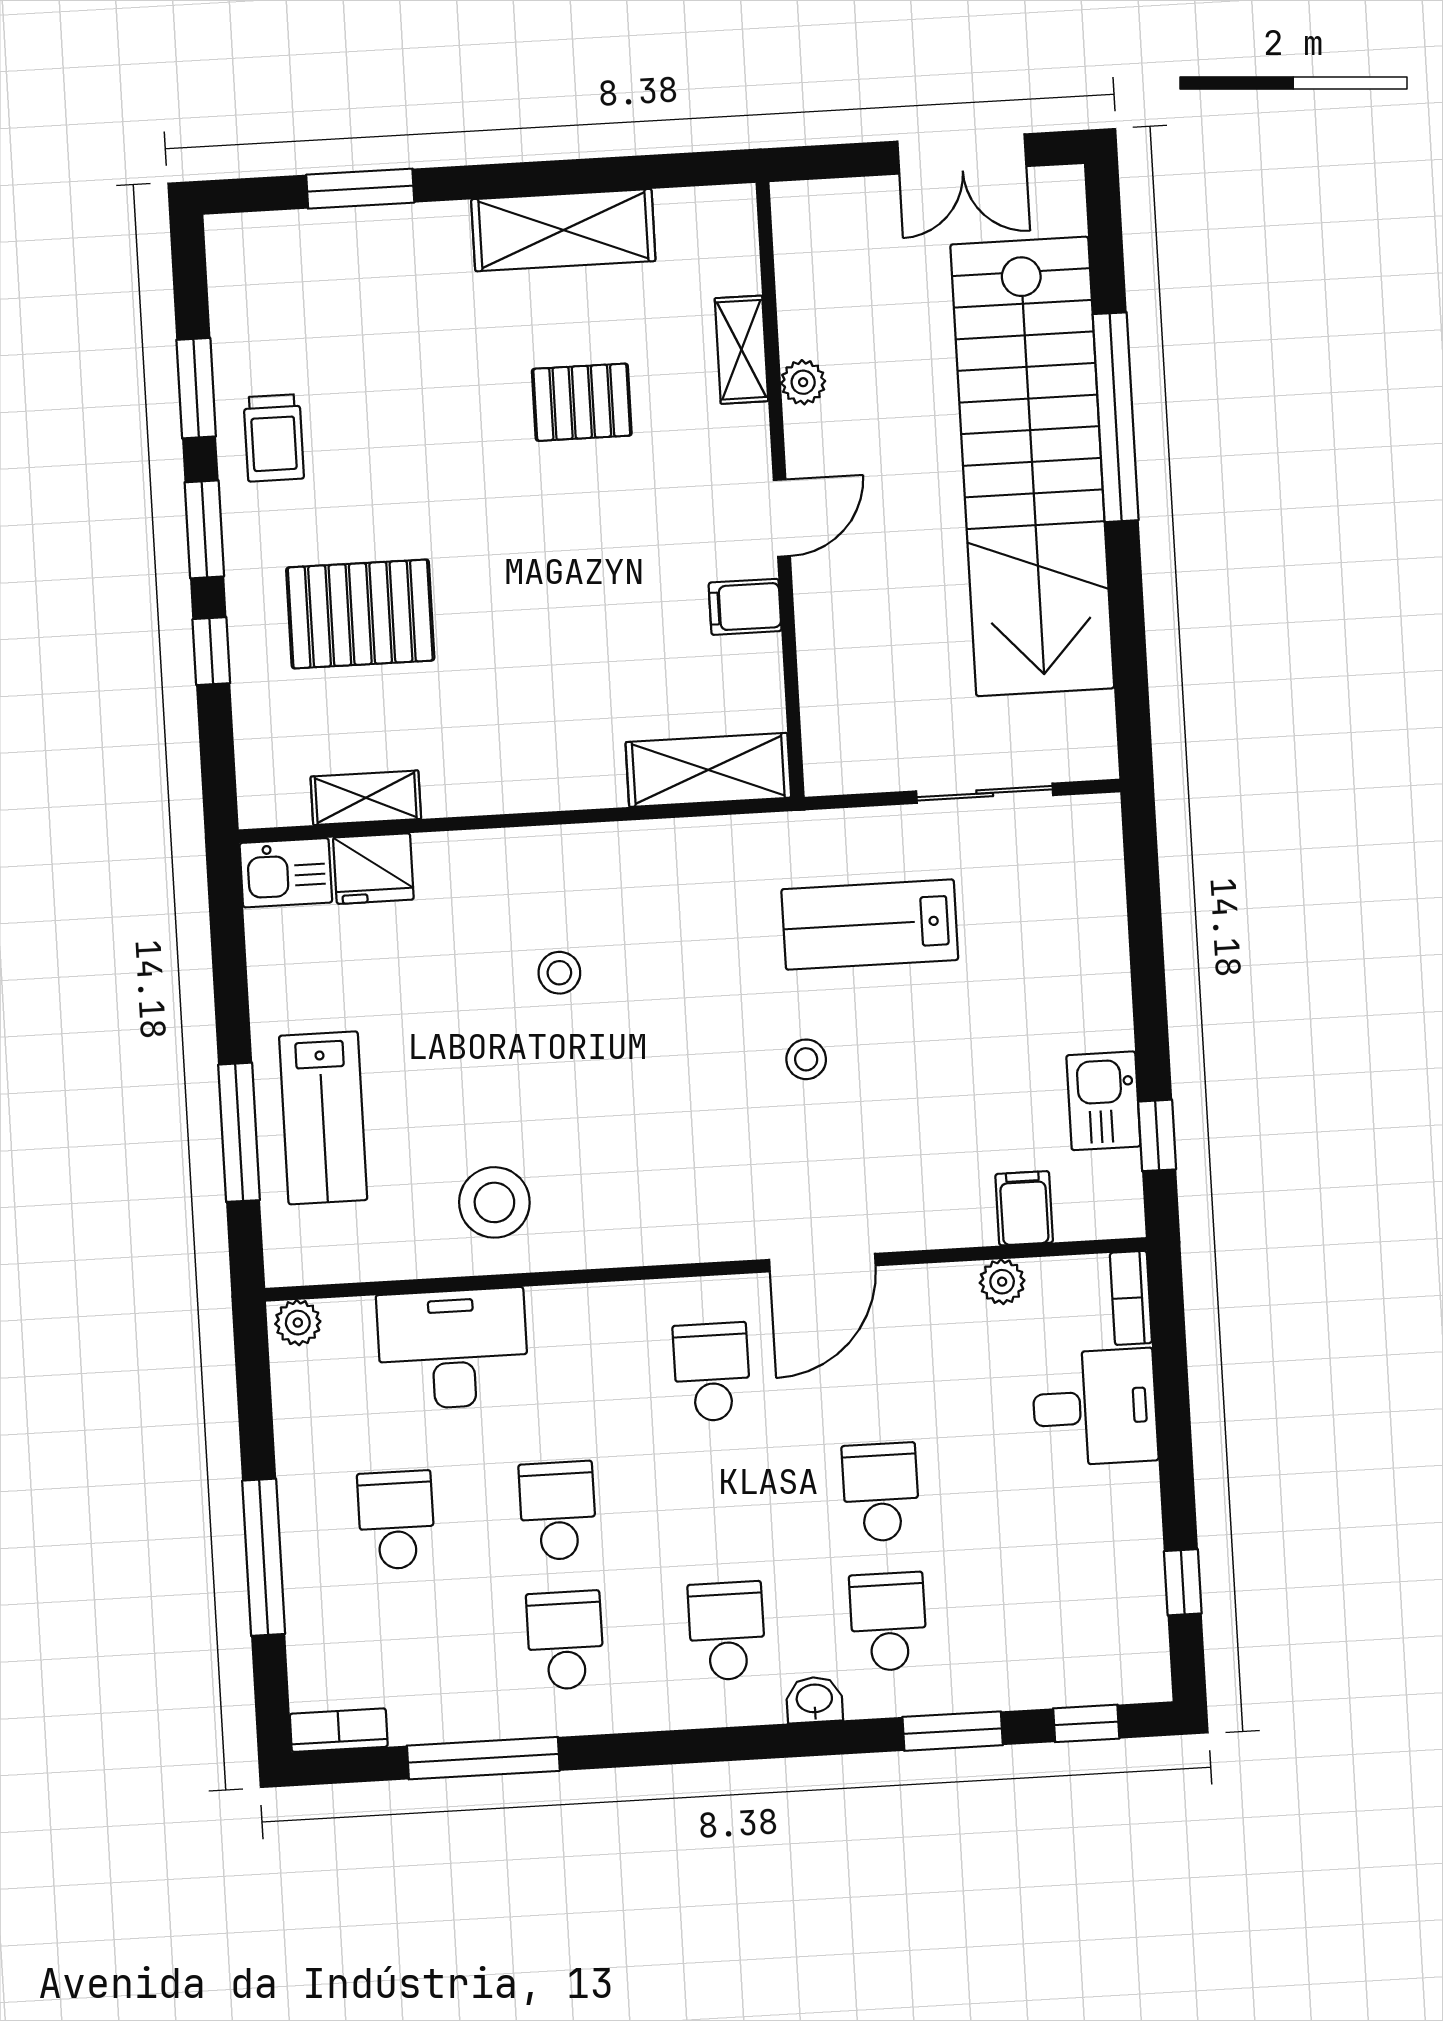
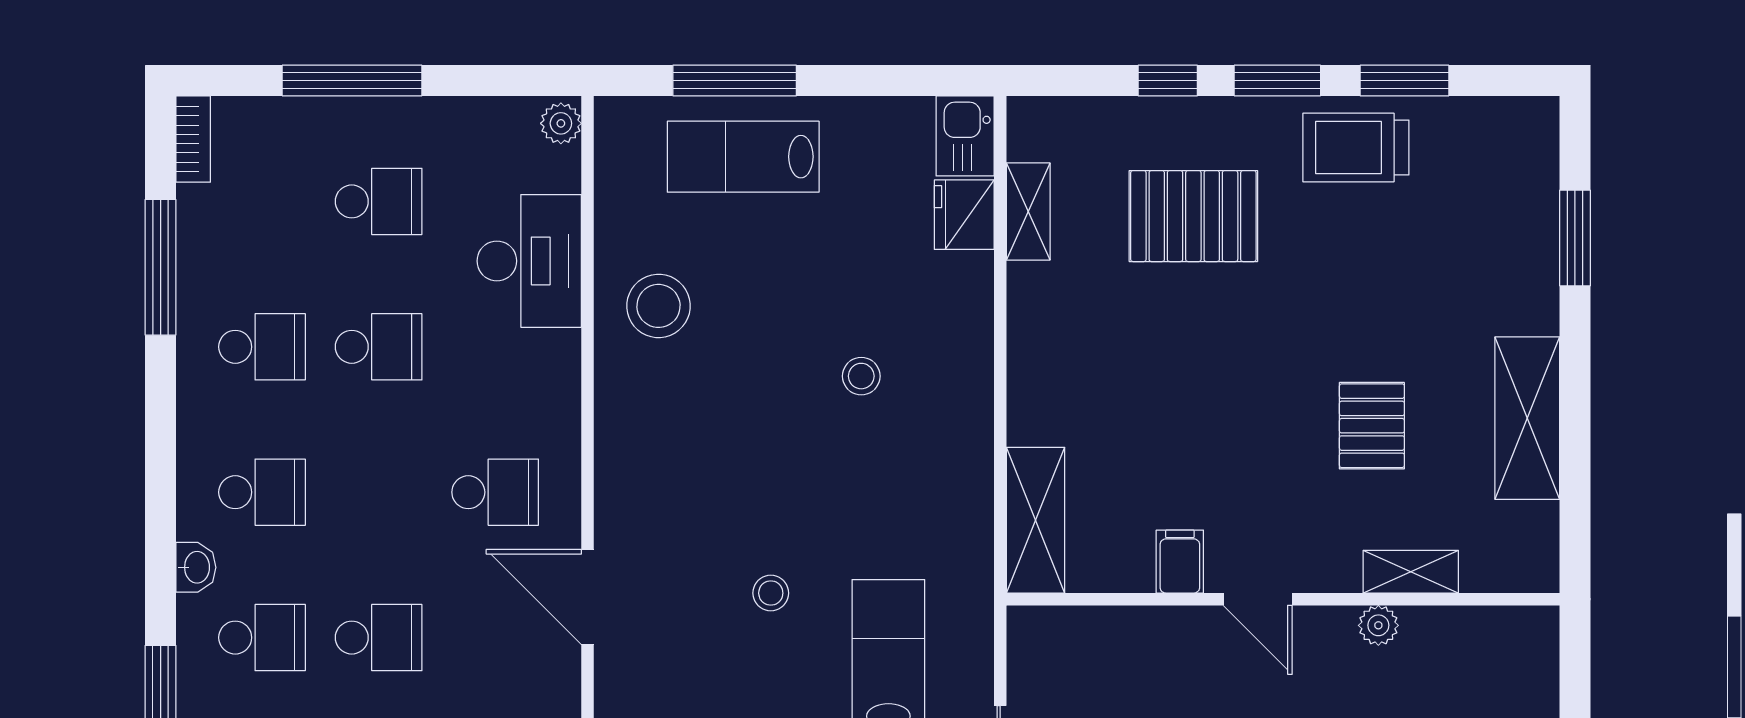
trolley: (274, 438) -> (1356, 148), width x1.36, depth x1.39
pallet: (360, 614) -> (1193, 216), turned 90

